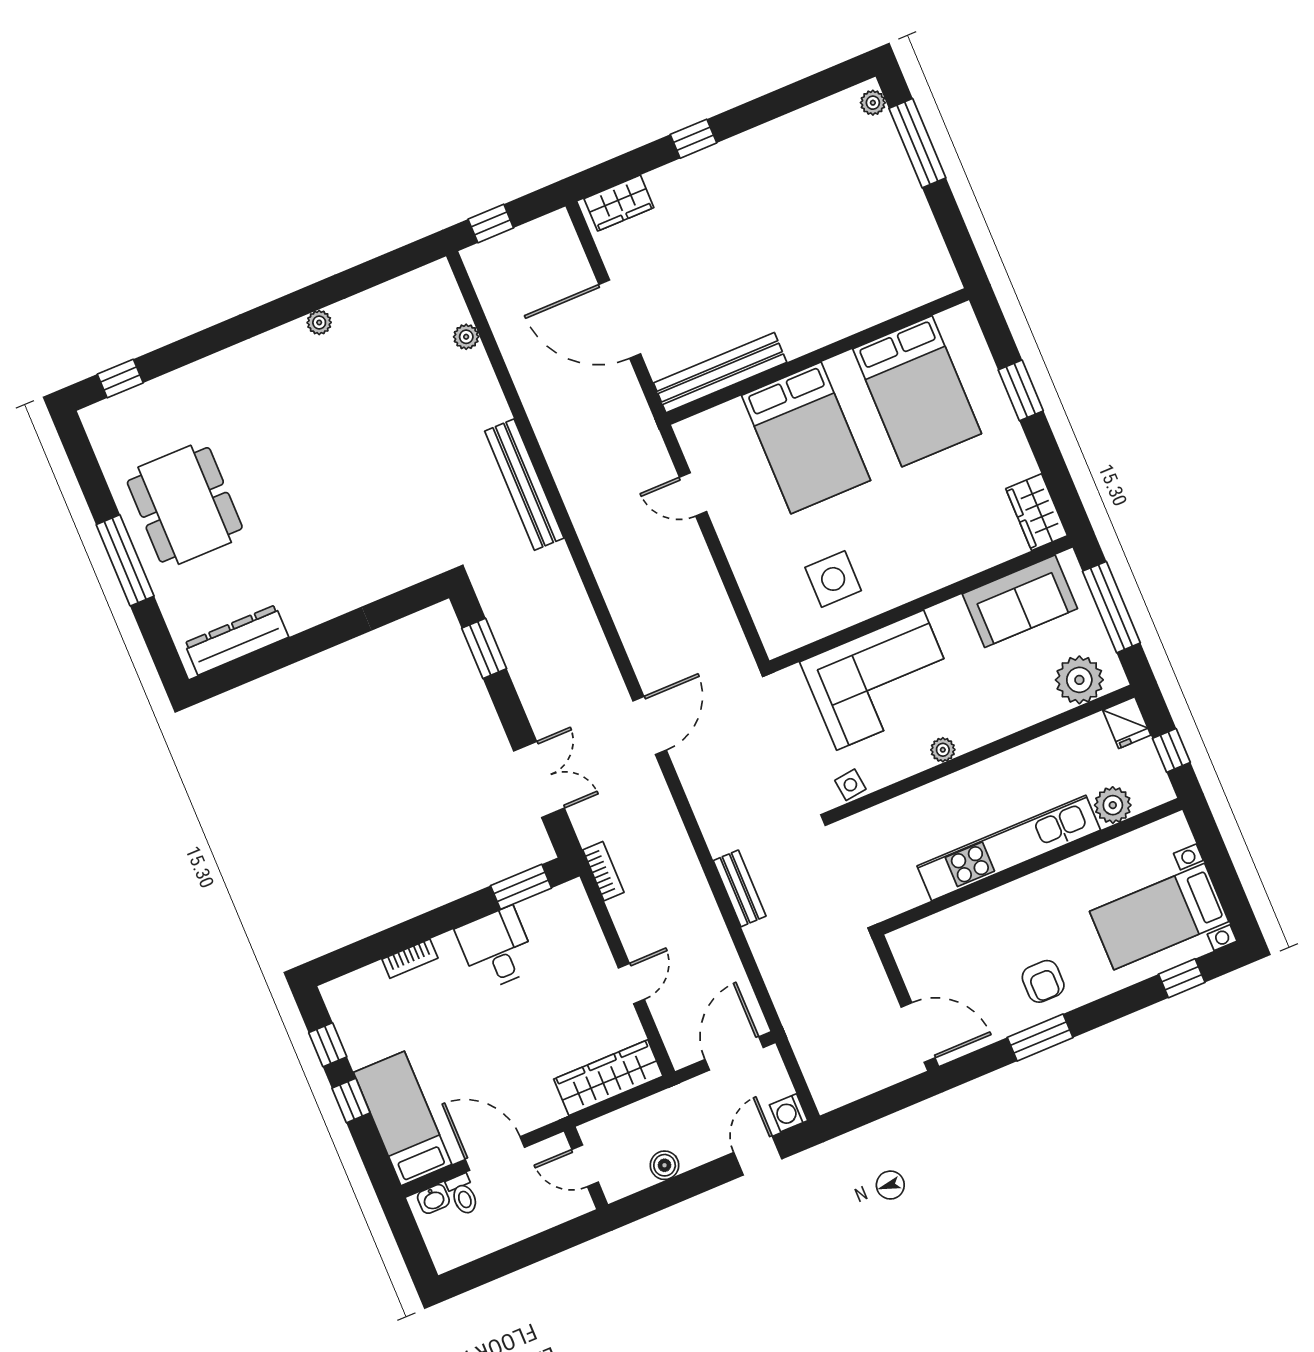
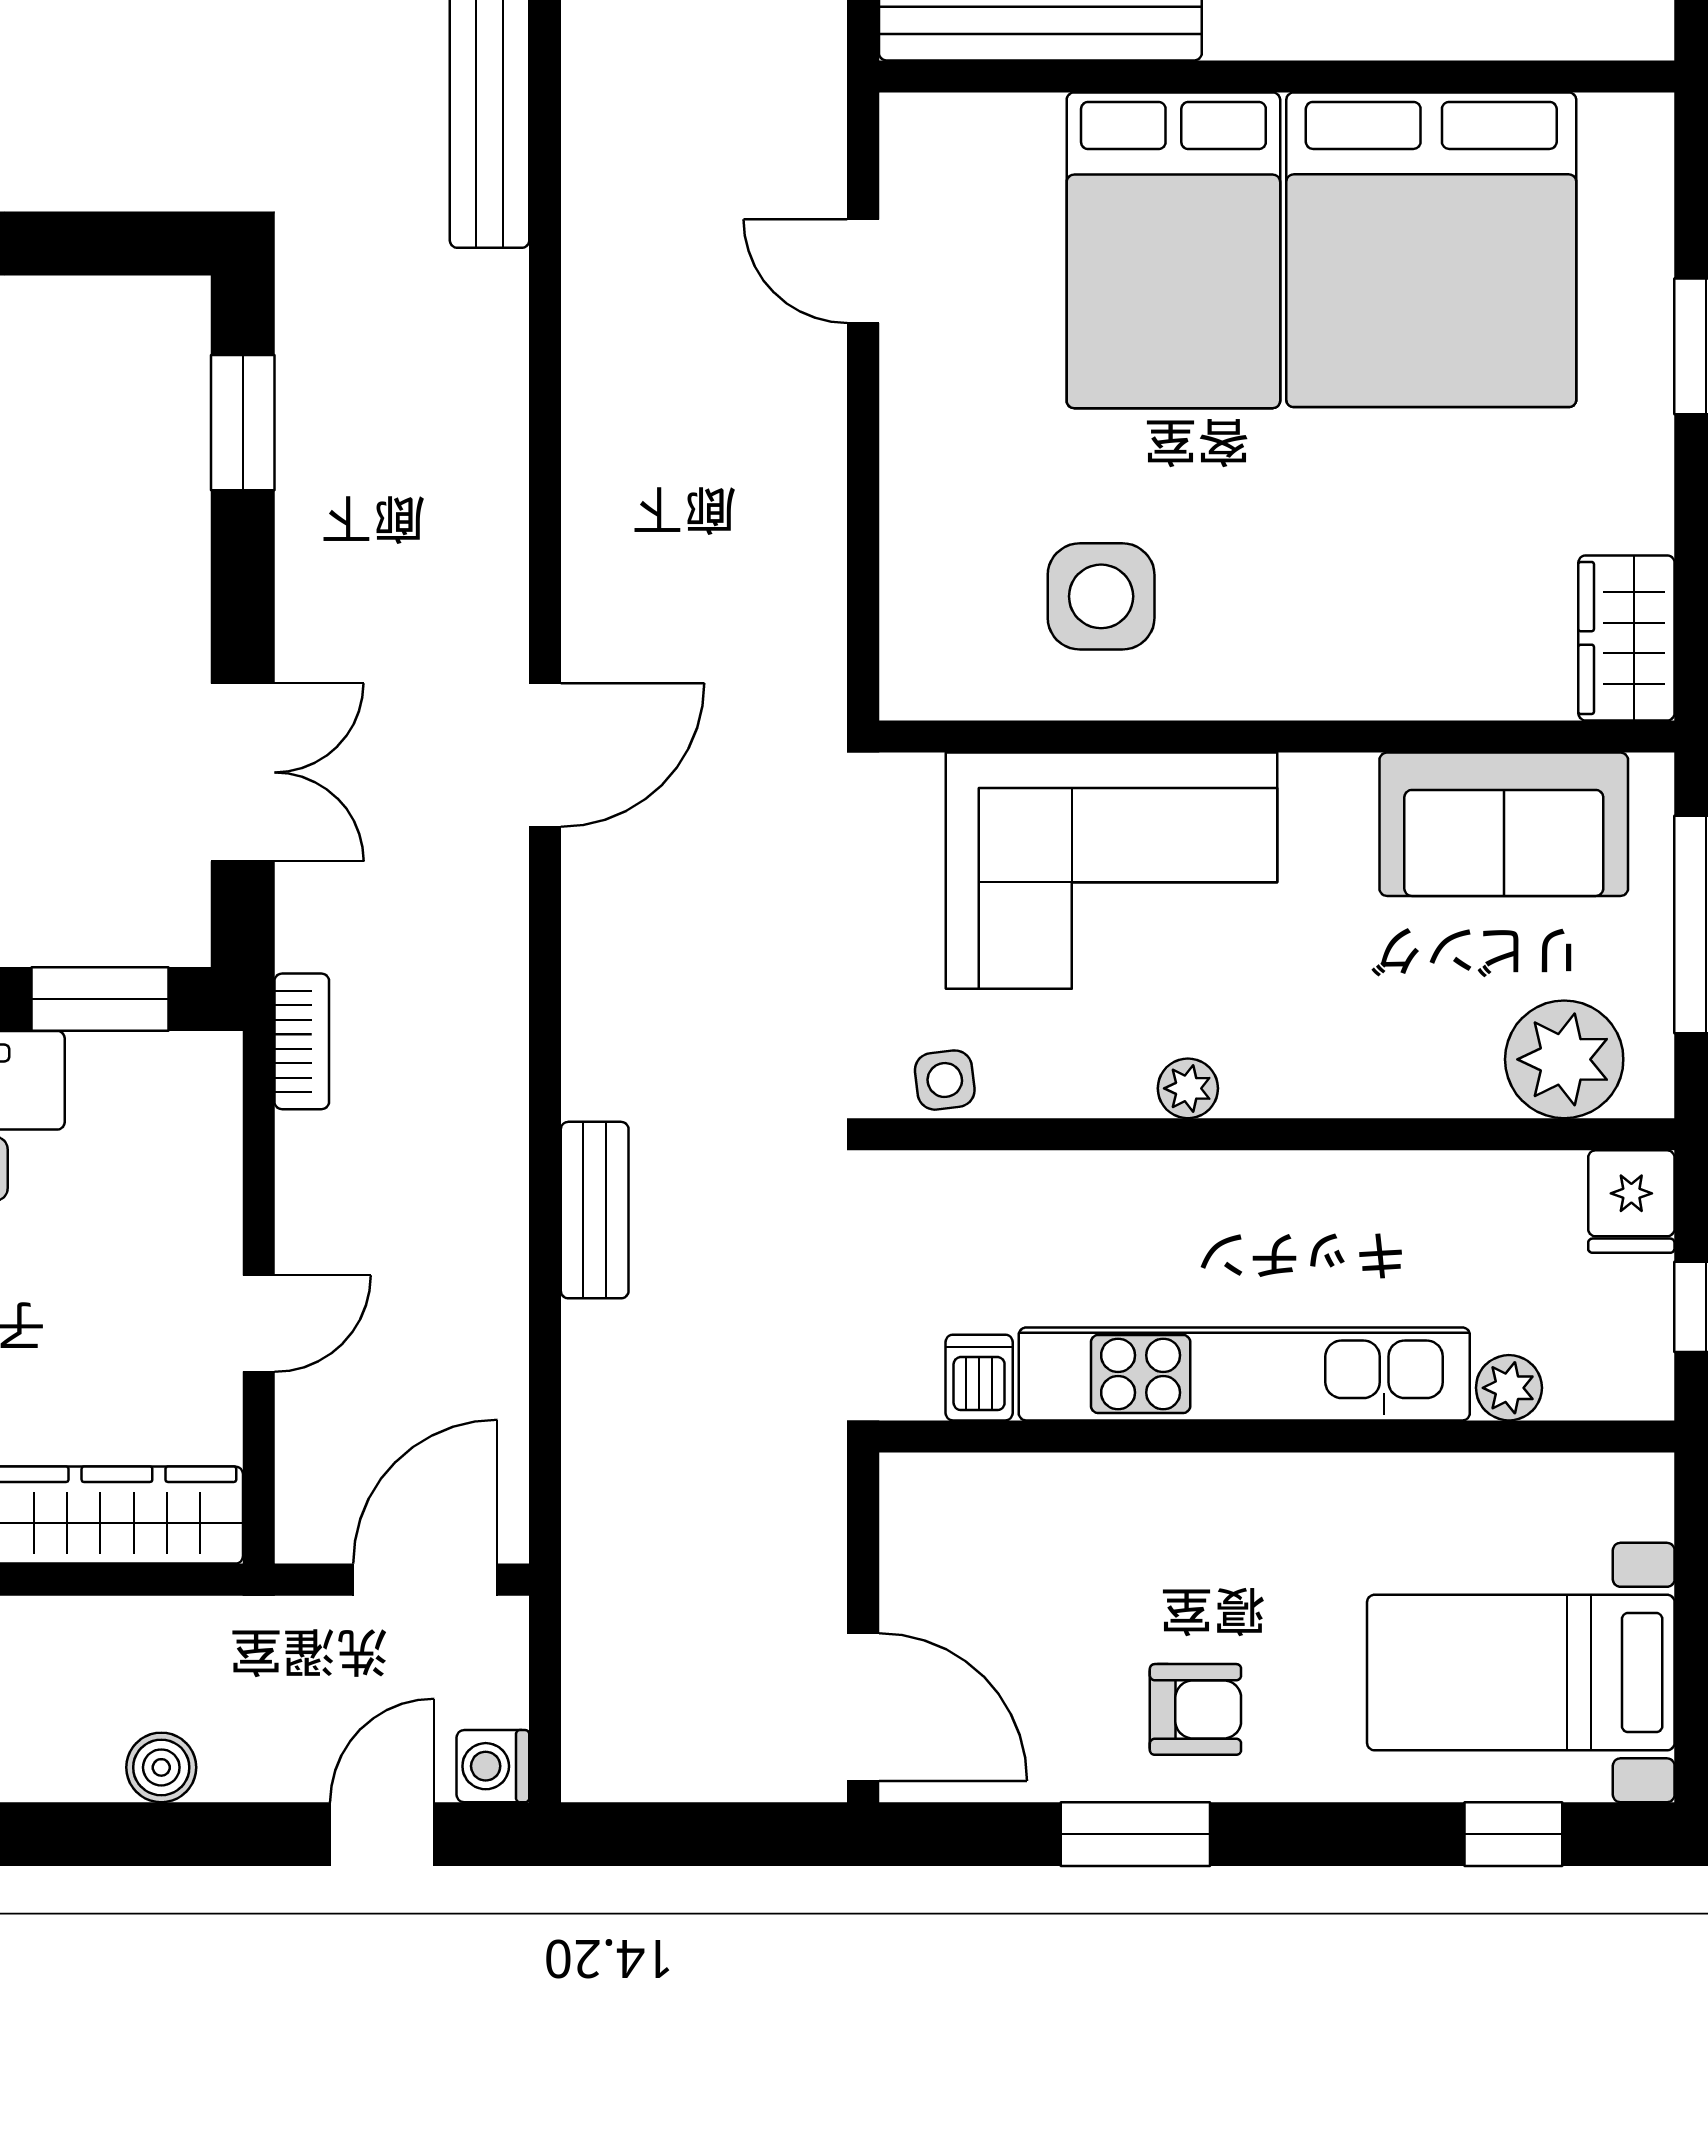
bed: (917, 391) -> (1431, 250), width x1.36
plant: (1113, 805) -> (1509, 1388), width x0.73, depth x0.73
dishwasher: (910, 891) -> (979, 1378), added
armchair: (1043, 981) -> (1195, 1709), turned -90

